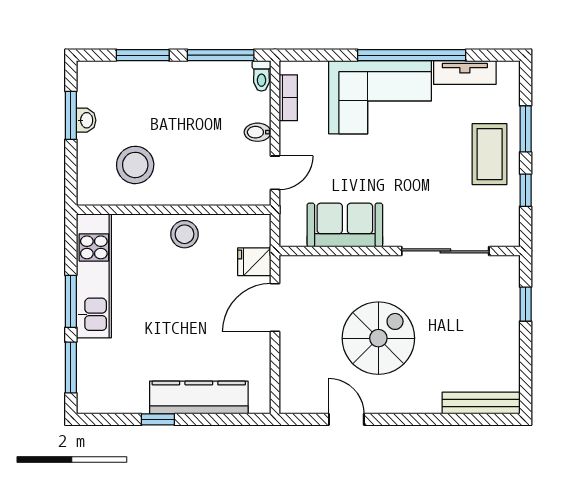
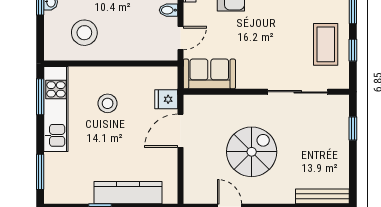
coffee table: (490, 154) -> (326, 44), moved
sofa: (345, 225) -> (209, 74), moved
stool: (184, 234) -> (108, 103), moved
window: (71, 301) -> (40, 97), moved

